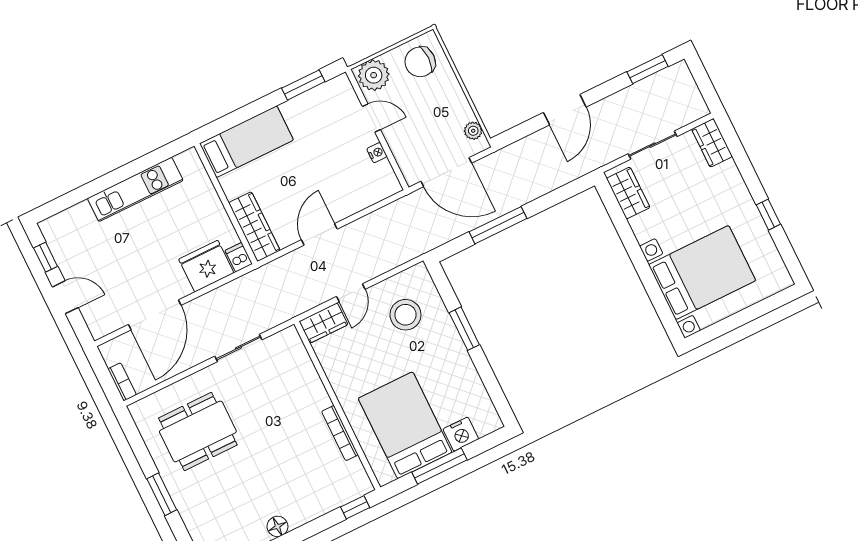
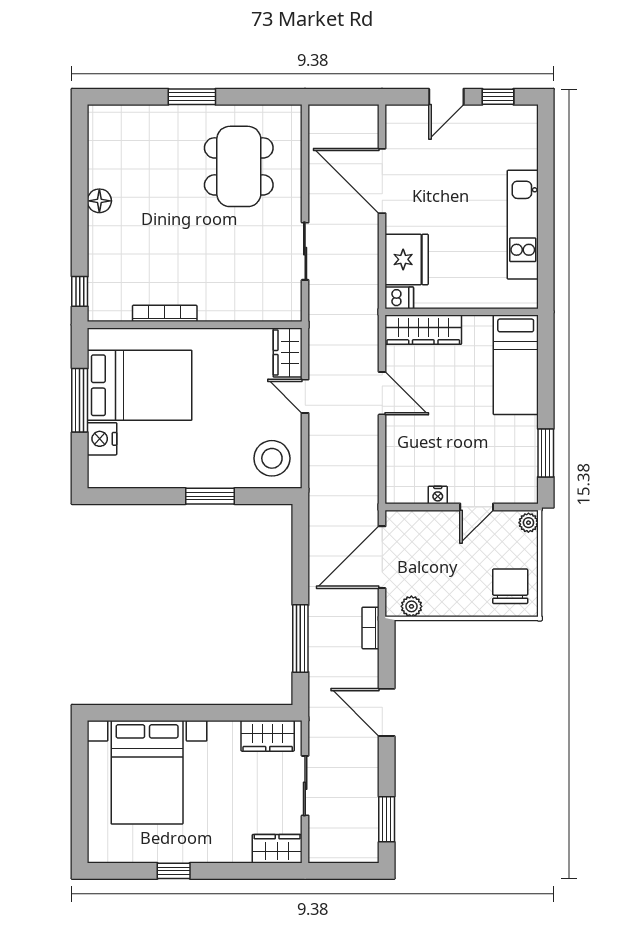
plant: (374, 75) -> (528, 523), width x0.53, depth x0.53
window: (498, 225) -> (300, 639), moved
stool: (405, 315) -> (272, 458), moved
bookcase: (122, 382) -> (371, 628), moved, turned 90

